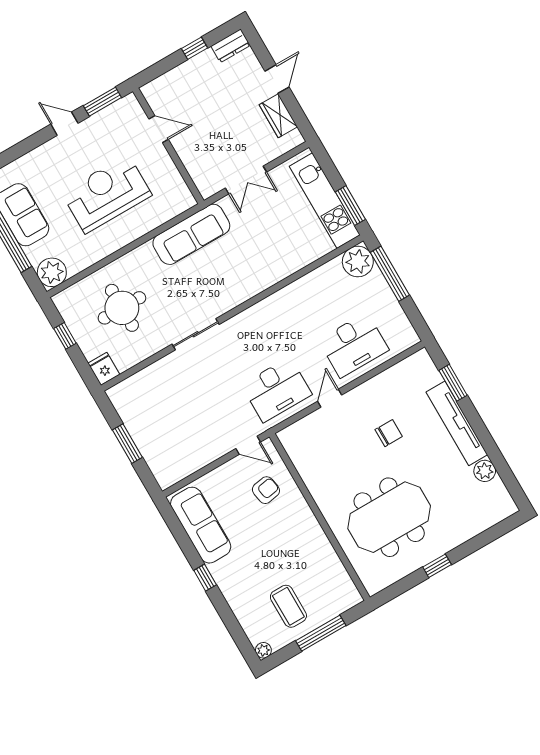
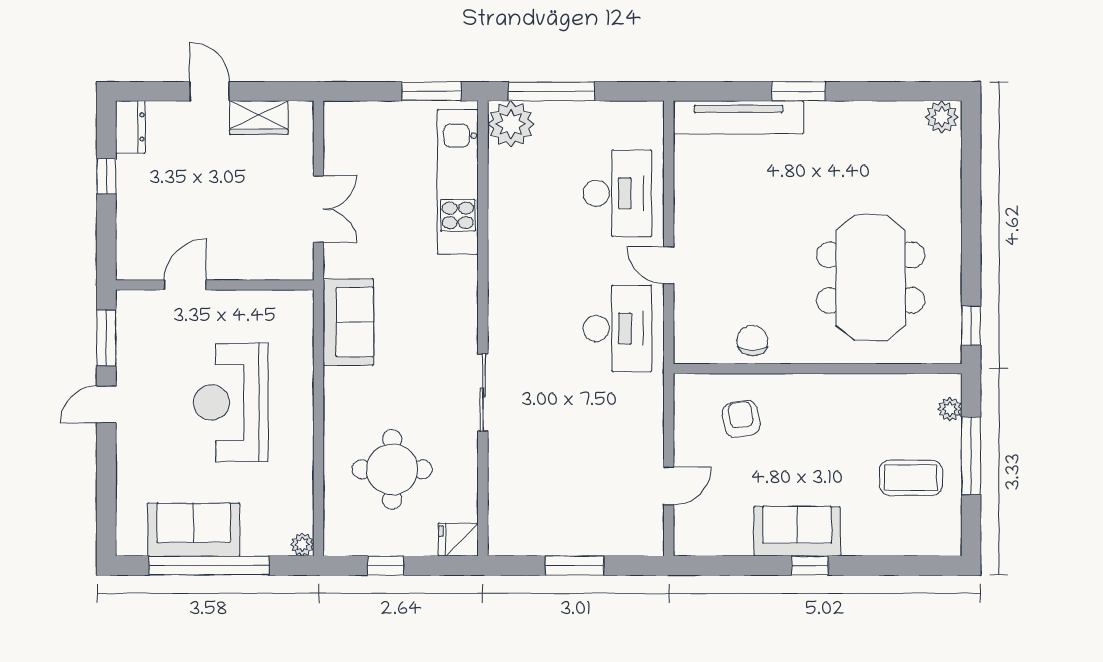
kitchen unit: (325, 201) -> (458, 182), moved, turned 90
sofa: (191, 234) -> (348, 322), width x0.73
plant: (52, 272) -> (302, 545), width x0.53, depth x0.53
window: (453, 383) -> (799, 91), moved
tv unit: (457, 423) -> (739, 117), moved
chair: (389, 433) -> (752, 341), moved
door: (248, 445) -> (669, 486), moved
plant: (485, 471) -> (942, 117), moved
sofa: (201, 525) -> (797, 531), moved, width x0.73
window: (437, 566) -> (971, 326), moved
plant: (263, 650) -> (950, 409), moved

